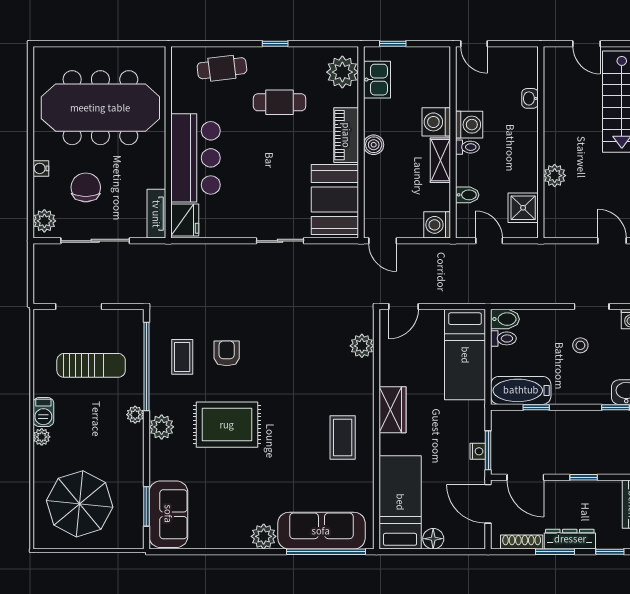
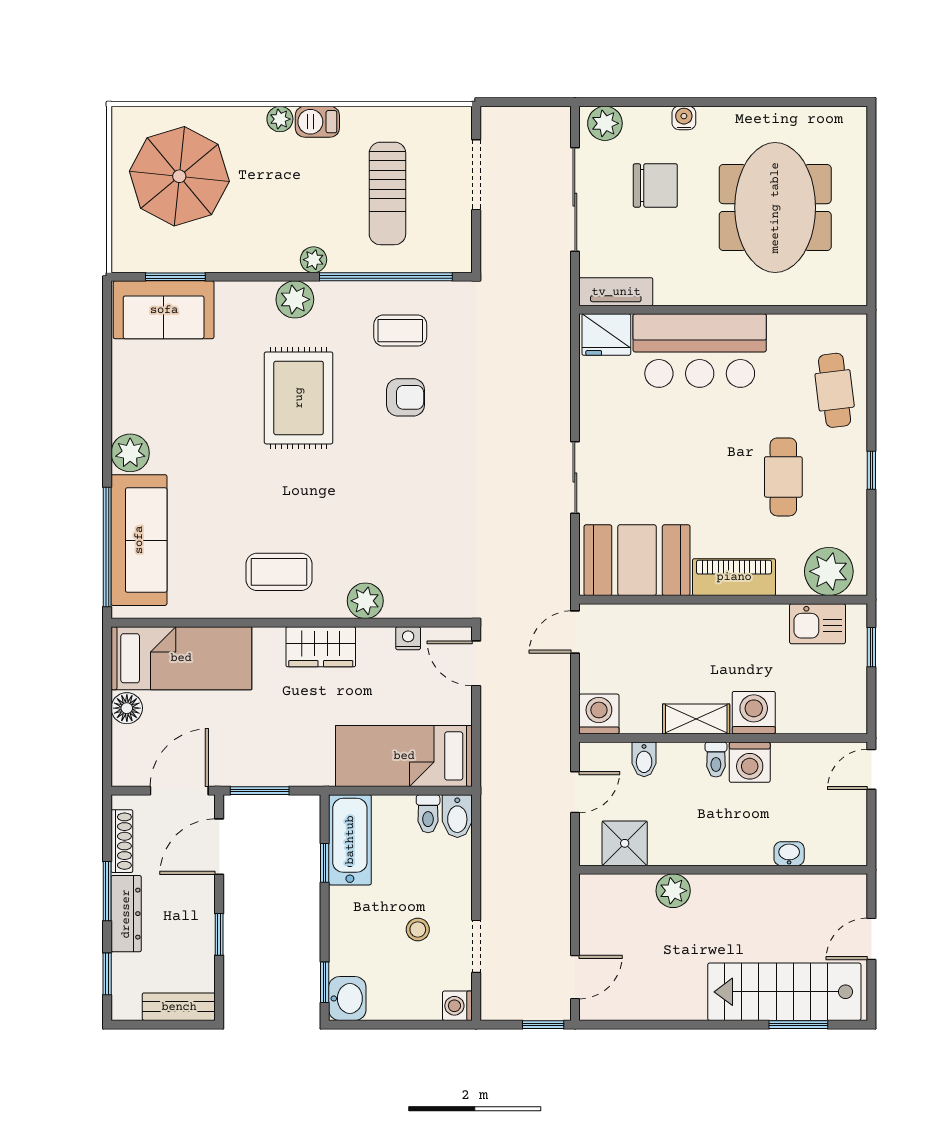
meeting table: (100, 108) -> (775, 208), width x0.73
boiler: (374, 145) -> (719, 619), removed
plant: (362, 346) -> (365, 601), moved
nightstand: (478, 451) -> (408, 638), moved, turned 180

